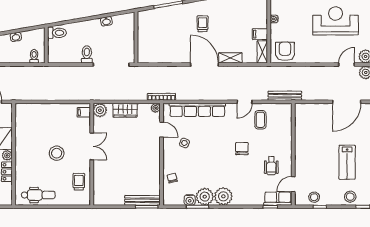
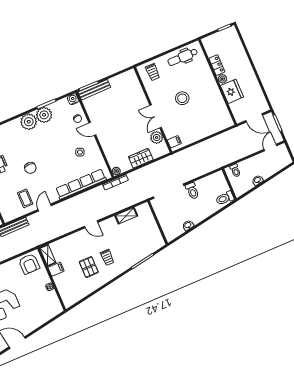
pallet: (226, 22) -> (89, 267), added
shelving: (230, 58) -> (126, 216), moved
door: (204, 65) -> (91, 224), width x0.53
plant: (100, 110) -> (157, 137), moved
door: (162, 130) -> (92, 129), moved
trolley: (79, 182) -> (153, 72), moved
water cooler: (190, 200) -> (73, 99), moved

